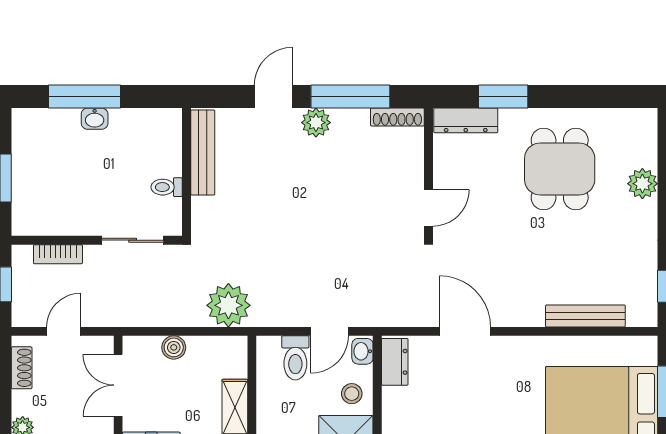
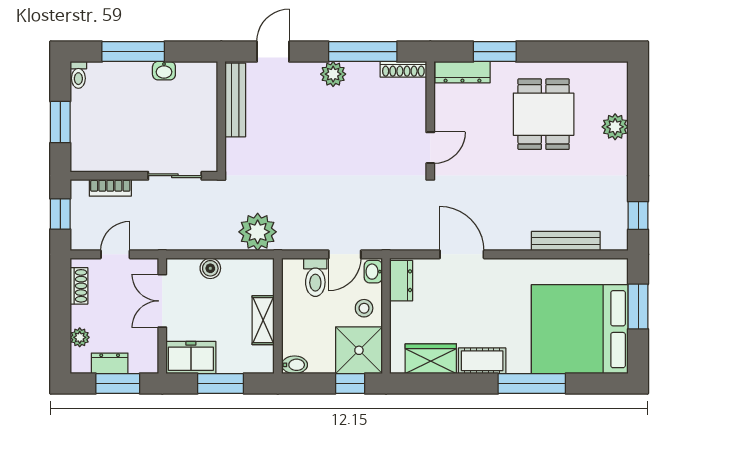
door: (273, 96) -> (273, 52), moved
washbasin: (95, 119) -> (164, 71), moved
toilet: (167, 187) -> (78, 75), moved, turned -90

